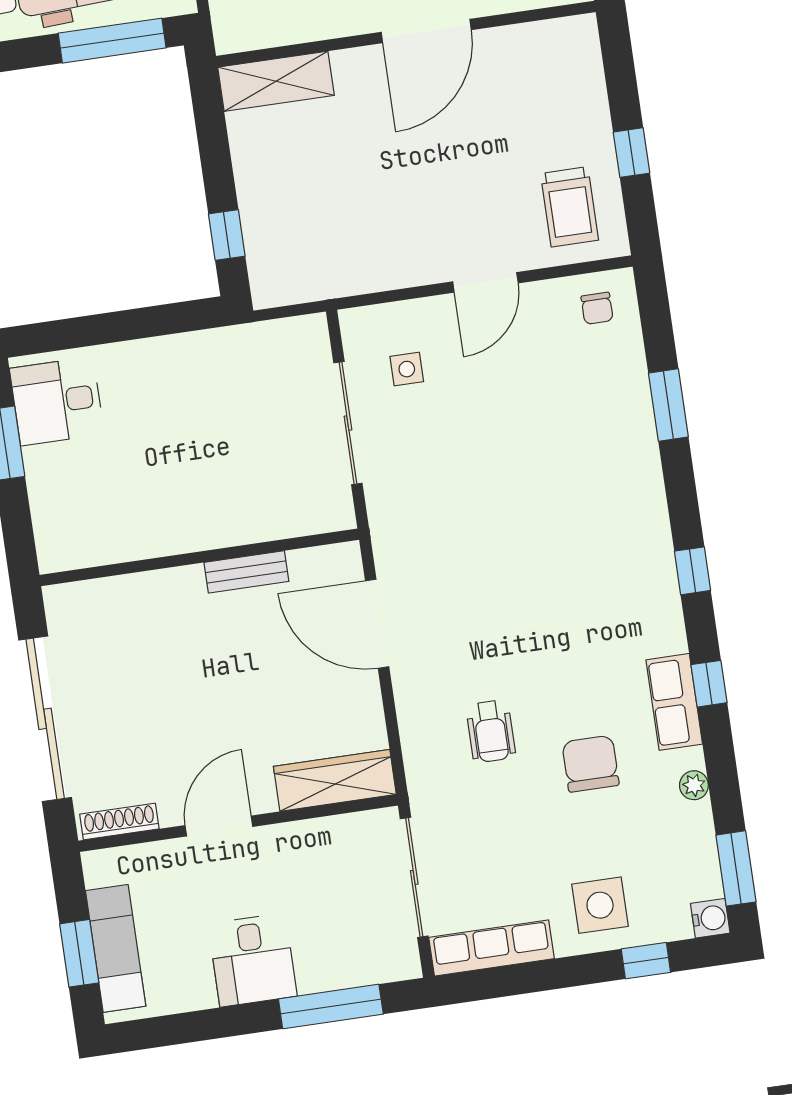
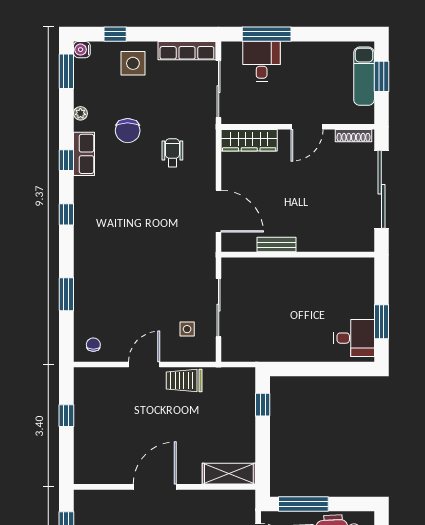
trolley: (570, 207) -> (184, 380), moved, turned -90
desk: (253, 960) -> (262, 61), moved

